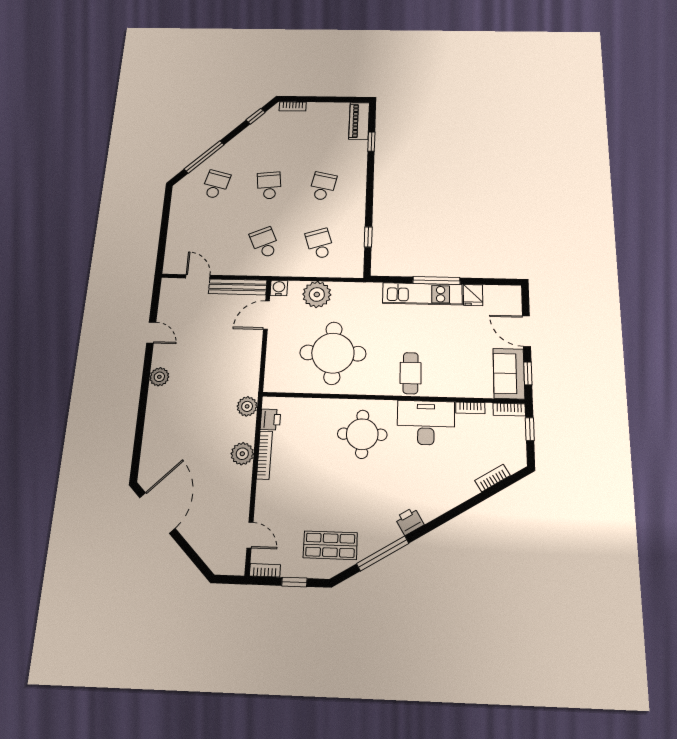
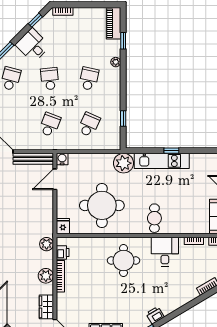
desk: (249, 145) -> (33, 45), added
plant: (360, 167) -> (116, 62), added
school desk: (265, 243) -> (50, 125), turned 45
school desk: (320, 244) -> (89, 125), turned 42
window: (436, 280) -> (171, 151), width x0.46
plant: (317, 294) -> (124, 163), moved
fridge: (473, 295) -> (63, 226), moved, turned 180
desk: (426, 423) -> (165, 252), width x0.73
wardrobe: (239, 502) -> (46, 307), added

